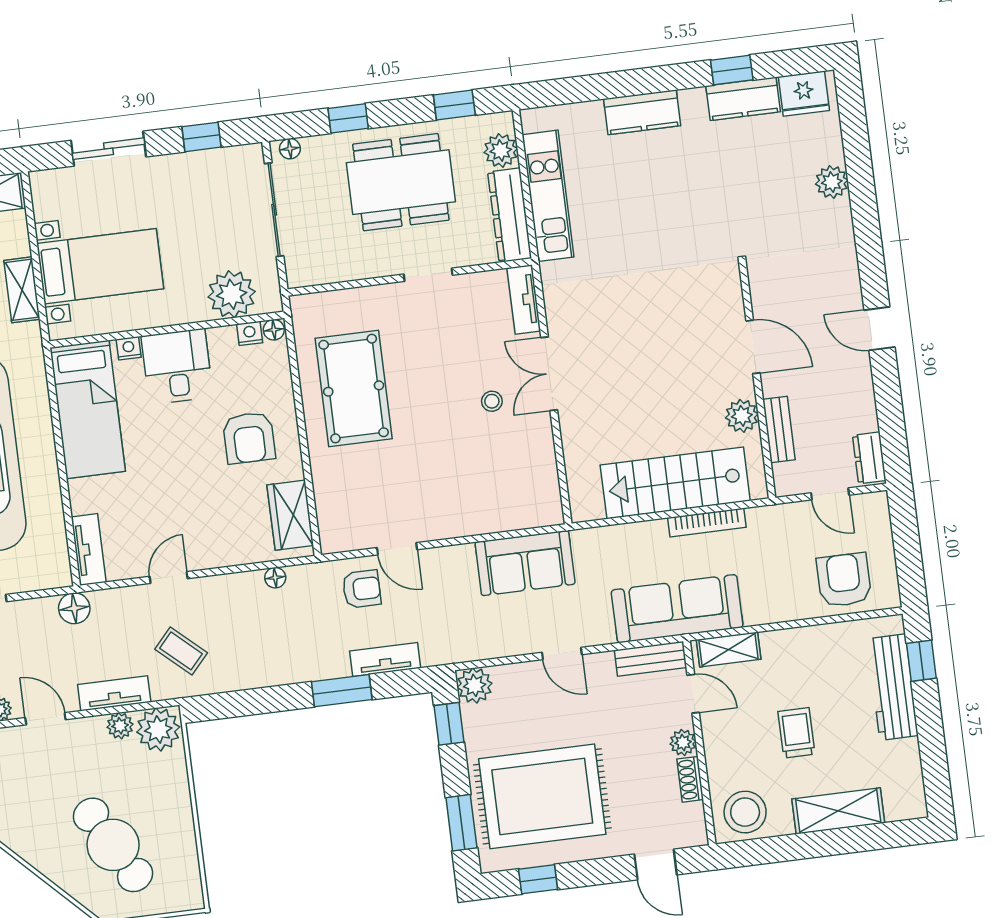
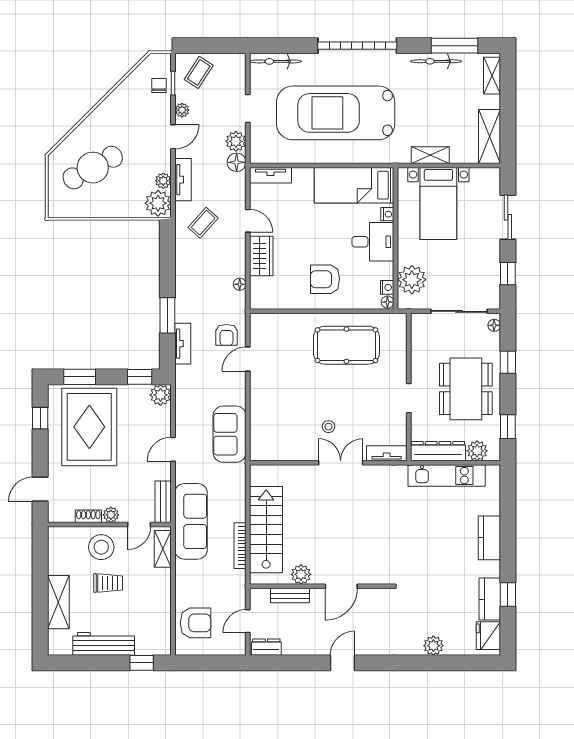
wardrobe: (290, 515) -> (261, 256), moved, turned 90
plant: (40, 614) -> (236, 141), added
workbench: (893, 687) -> (104, 644), moved
stool: (745, 812) -> (101, 547), moved

